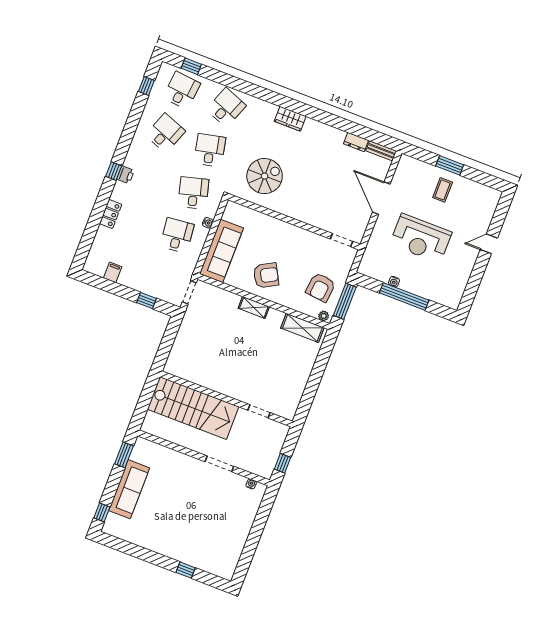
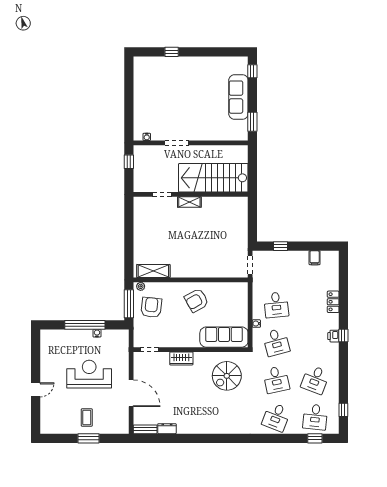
wardrobe: (290, 119) -> (181, 358), moved, turned 180
sofa: (221, 251) -> (224, 337), moved, turned 90
shelving: (254, 307) -> (189, 202), moved

